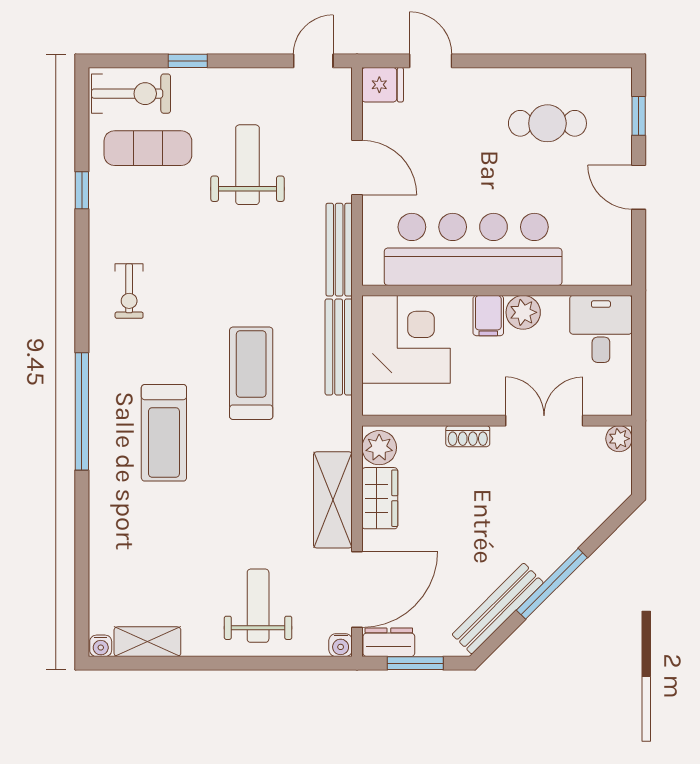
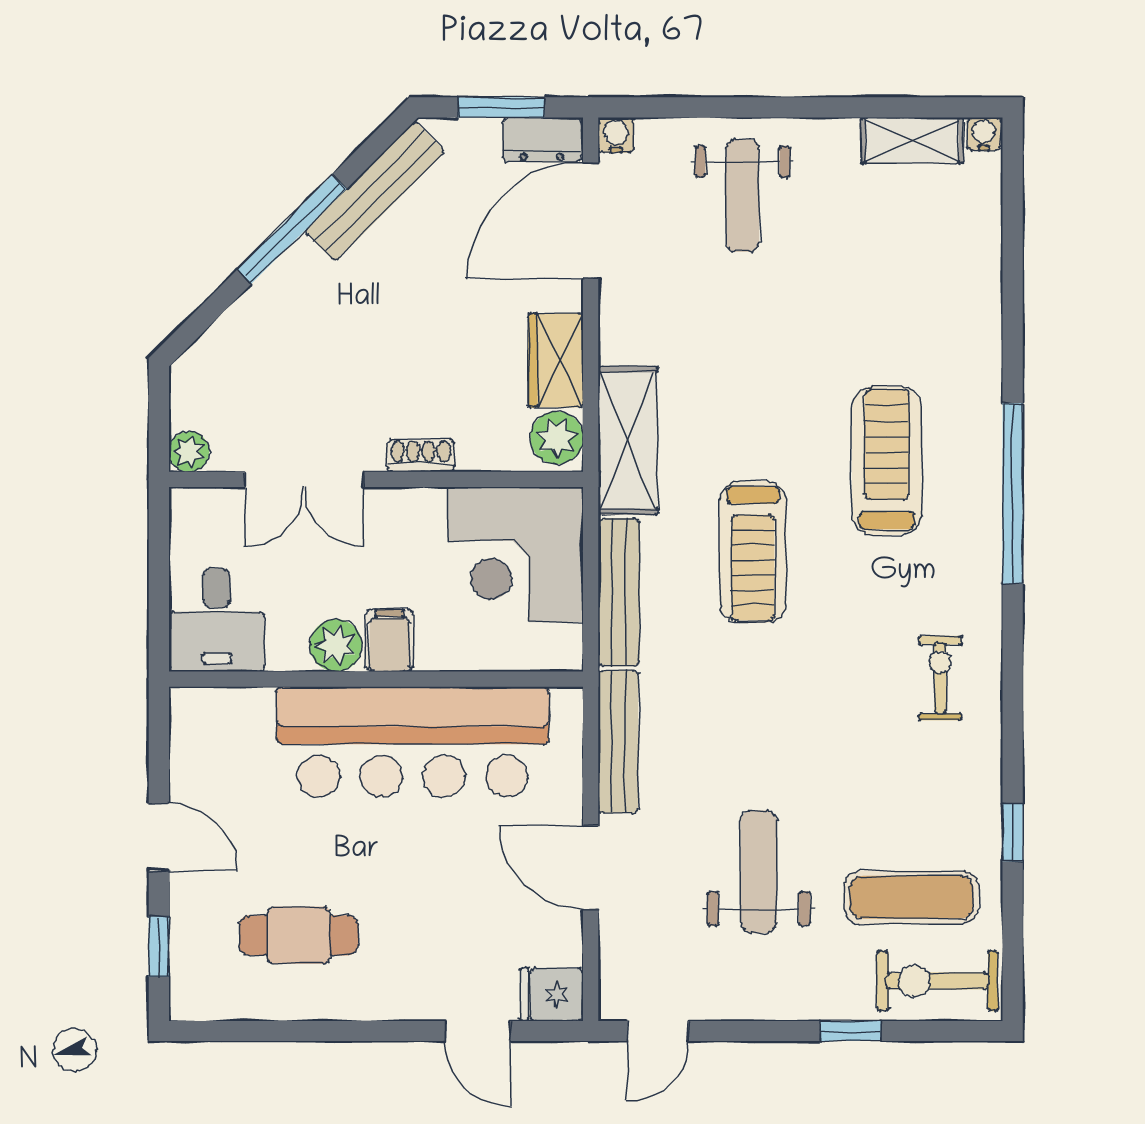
weight bench: (247, 165) -> (759, 872), turned 180
corner desk: (406, 339) -> (516, 554), moved
shelving: (333, 500) -> (628, 440), moved

